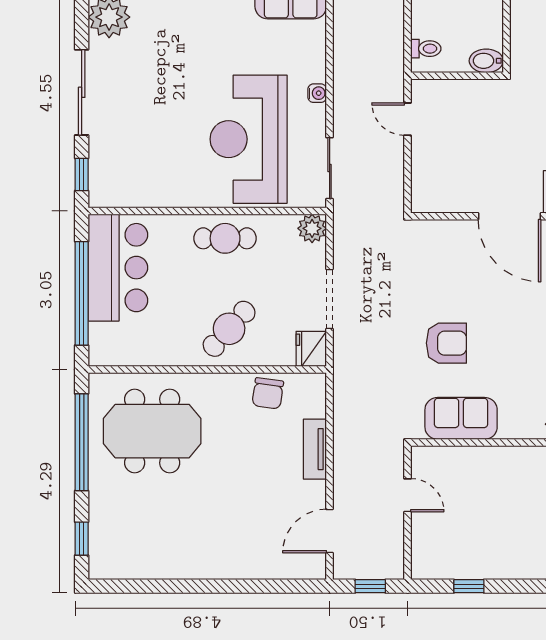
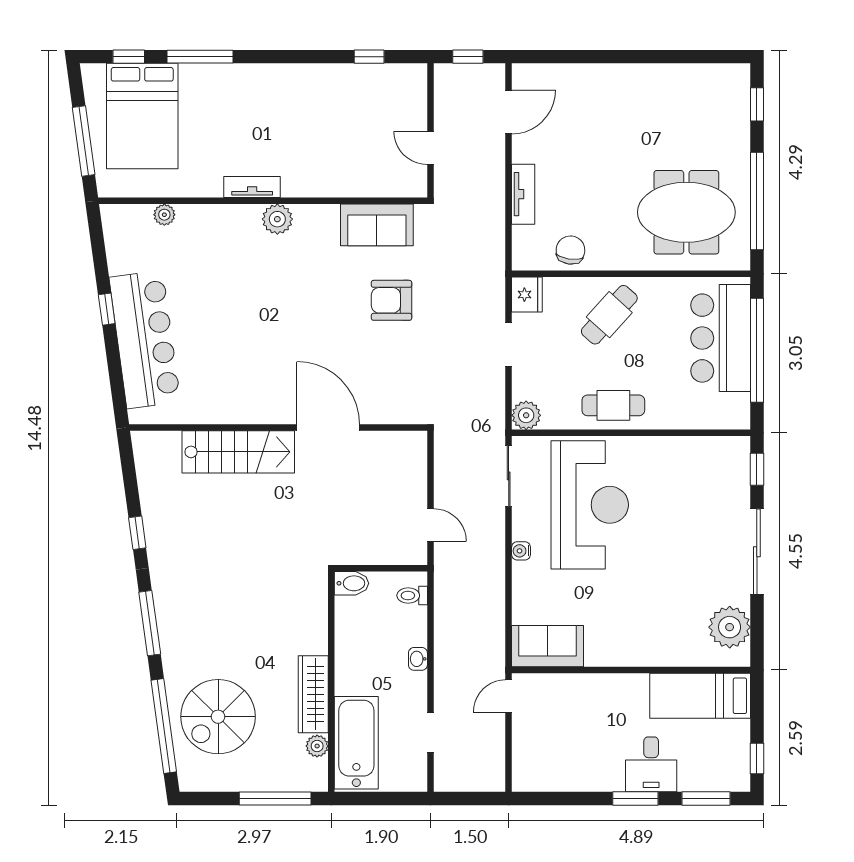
bar counter: (118, 268) -> (721, 338), moved
doorway: (330, 299) -> (509, 344), width x0.73

